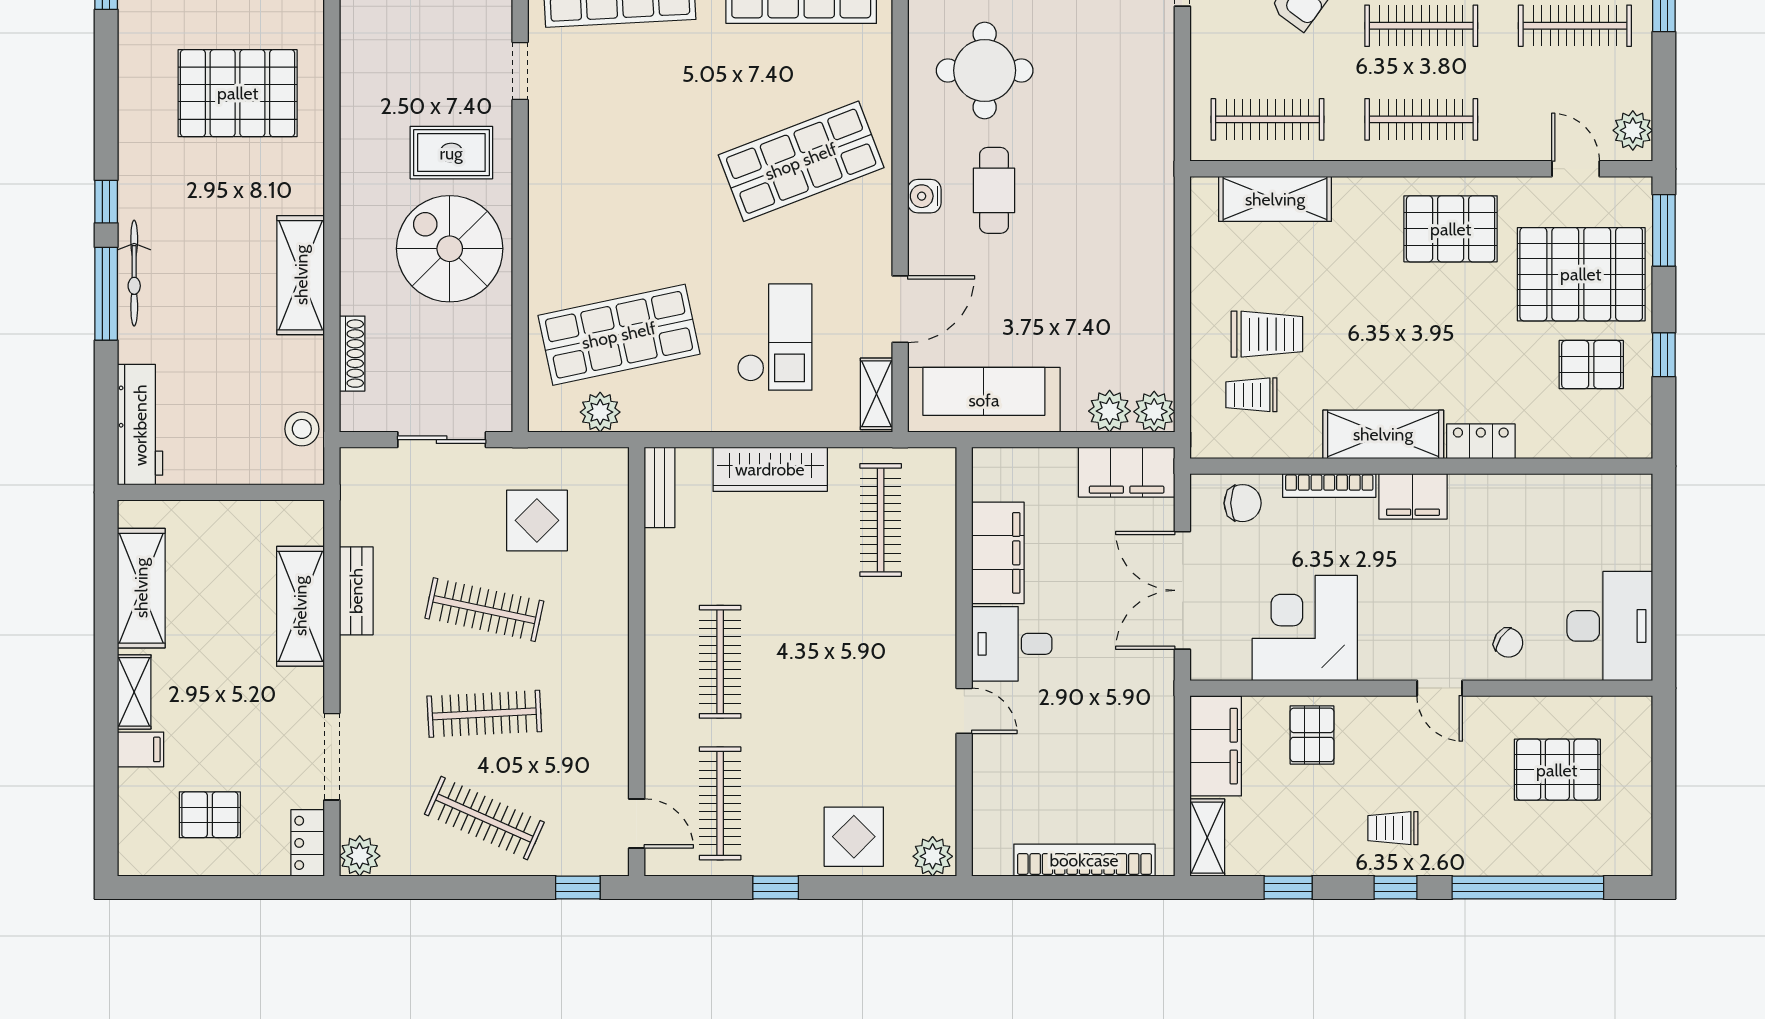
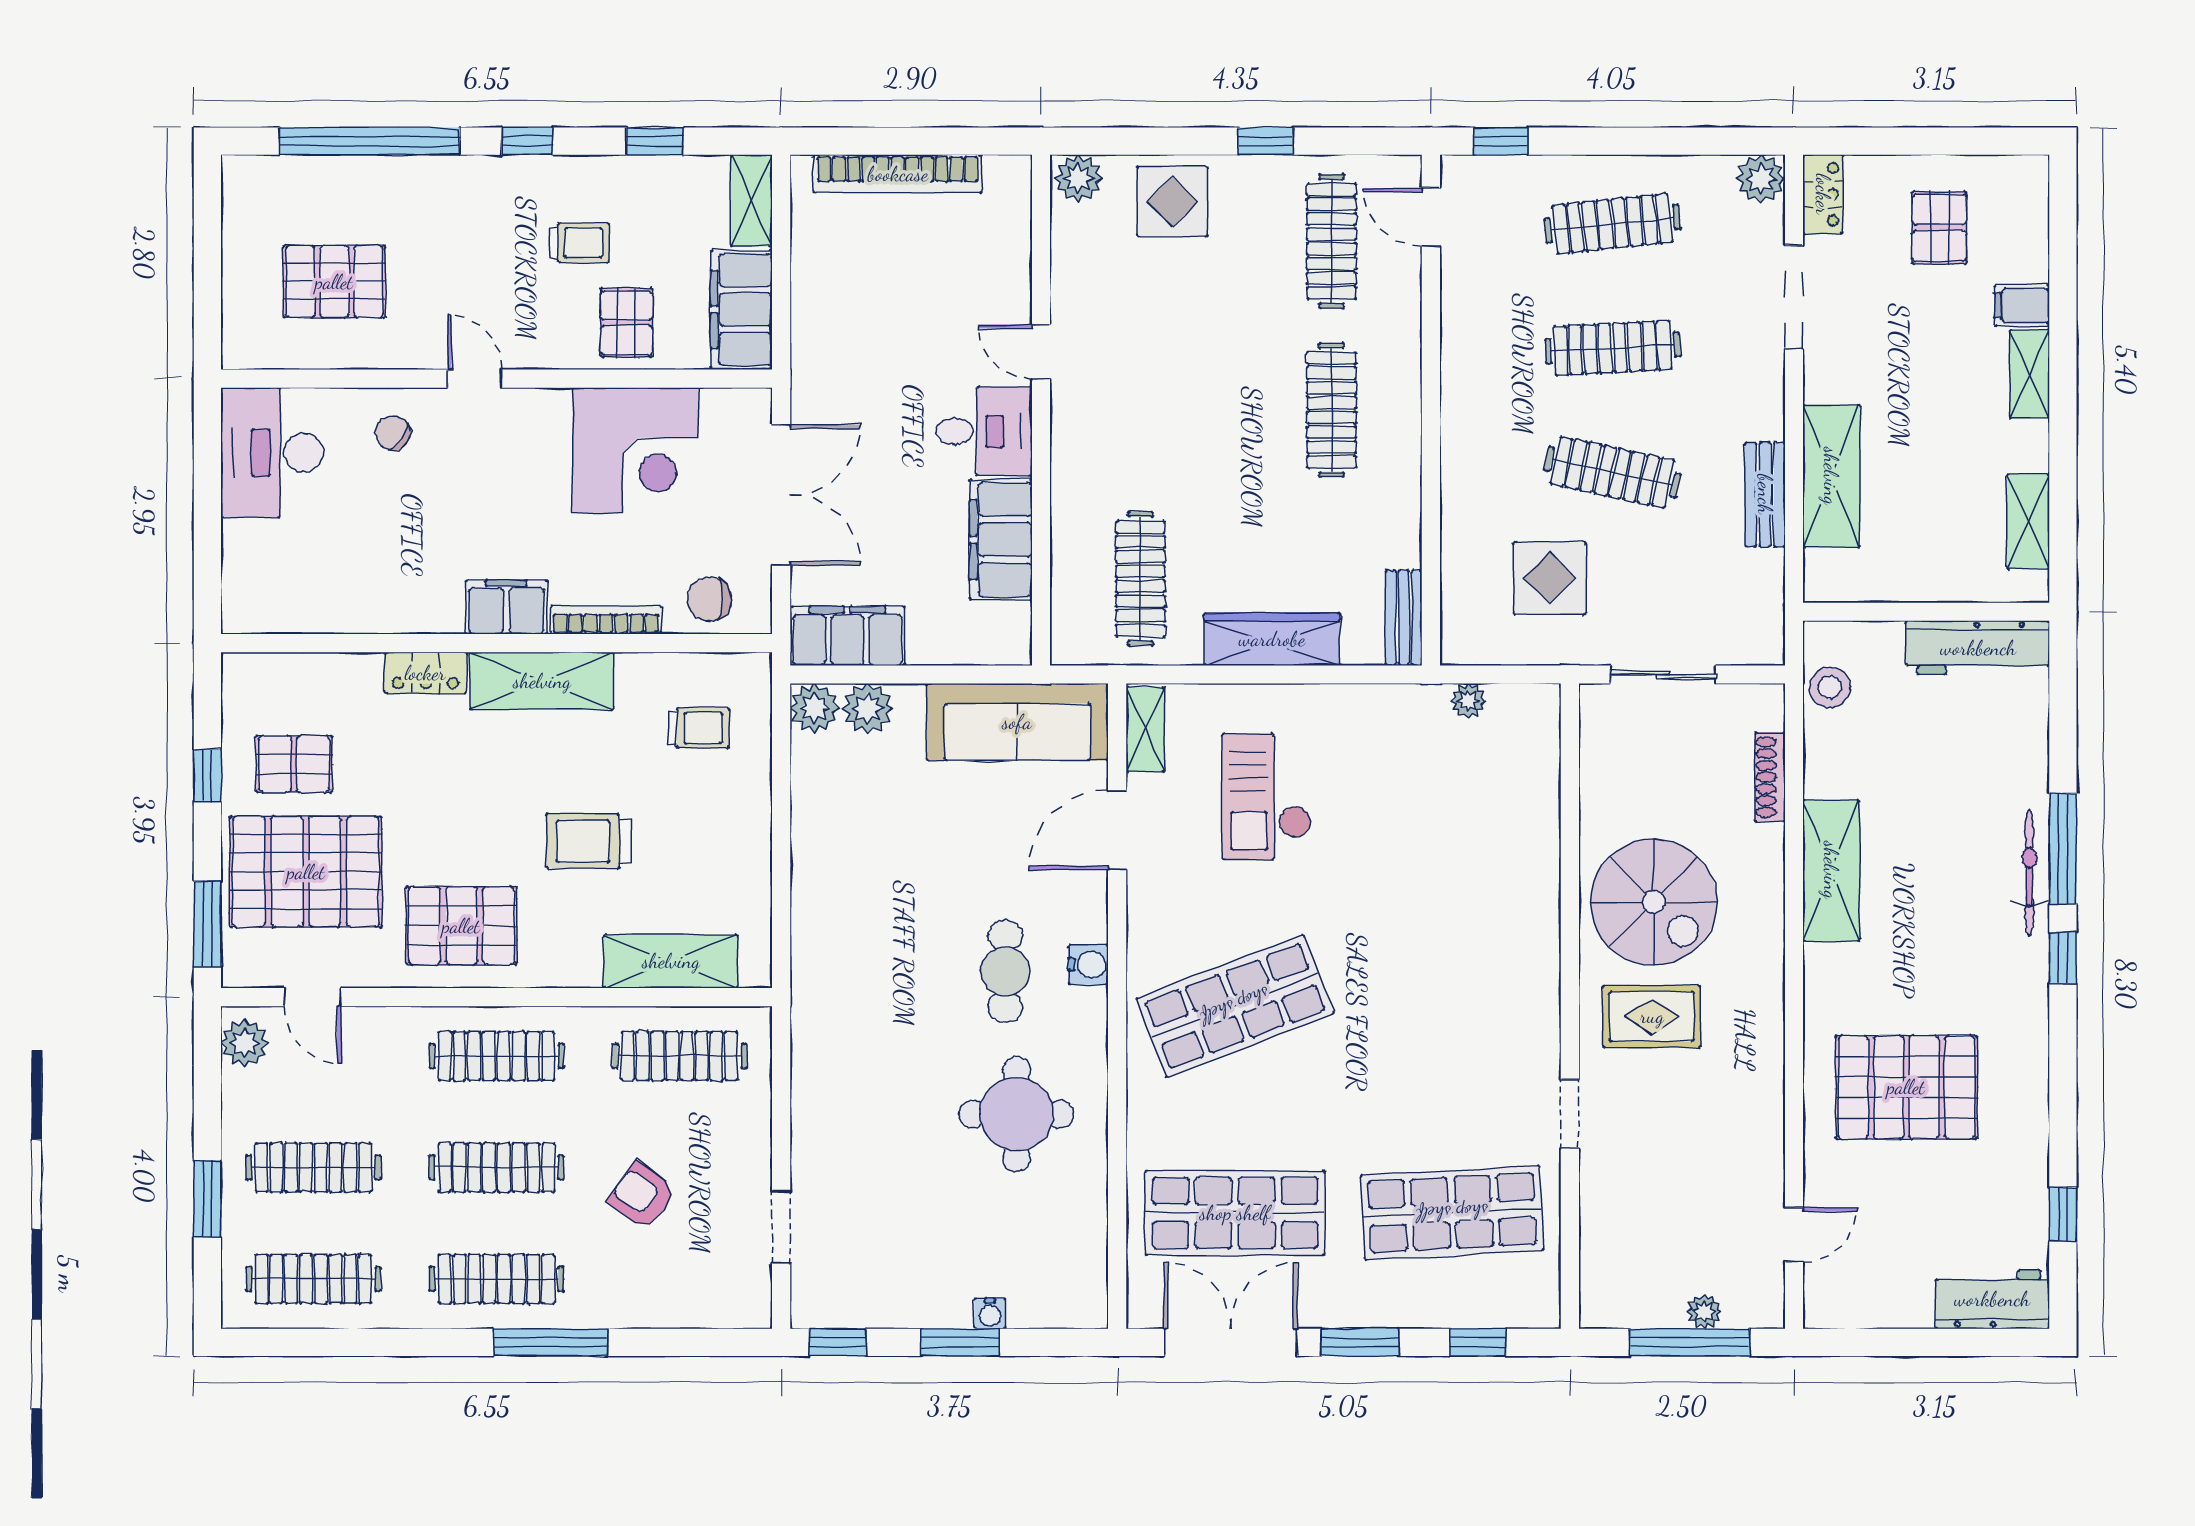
trolley: (1267, 334) -> (589, 841), moved
shop shelf: (619, 335) -> (1452, 799), removed
plant: (600, 412) -> (1468, 701), width x0.73, depth x0.73
workbench: (140, 425) -> (1978, 648), moved, turned -90
shelving: (141, 588) -> (2028, 521), width x0.67, depth x0.75
pallet: (210, 815) -> (1939, 228), turned 90
clothes rail: (484, 818) -> (1612, 224), turned -30
trolley: (1393, 828) -> (579, 243), moved

